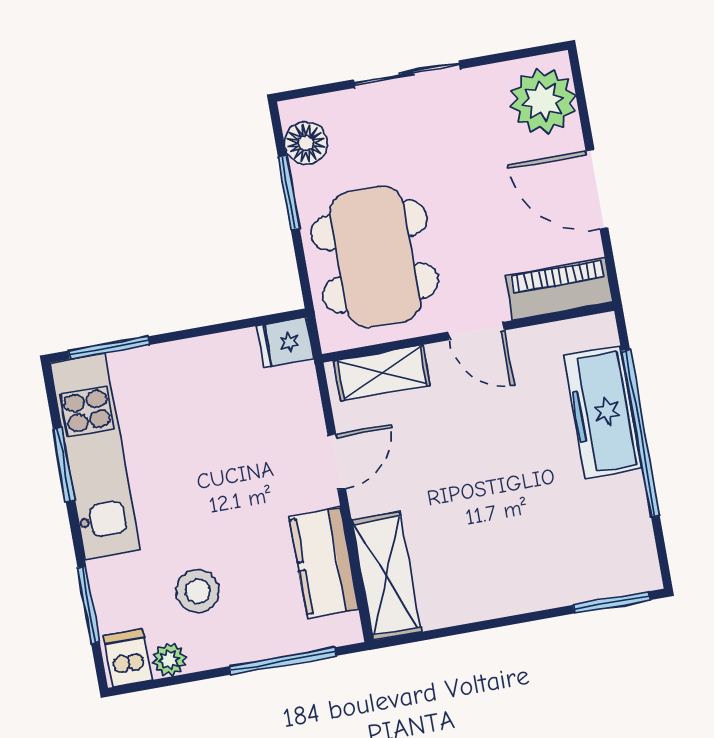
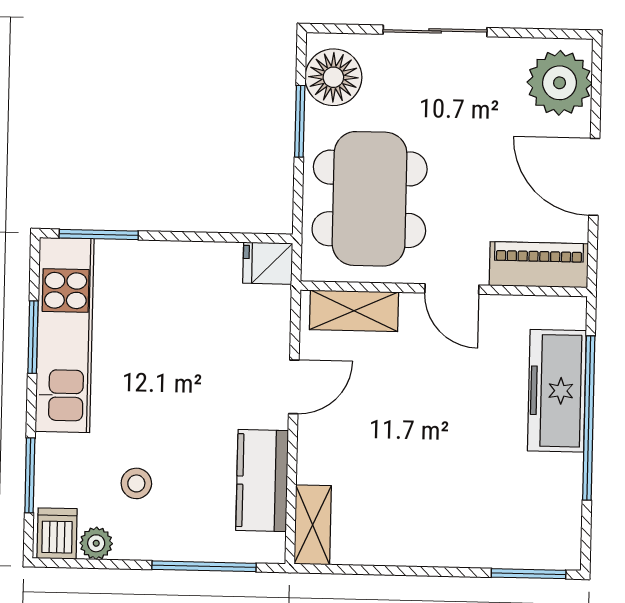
floor lamp: (306, 143) -> (333, 77), width x1.38, depth x1.38
shelving: (386, 576) -> (313, 525), width x0.67, depth x0.75
stool: (198, 591) -> (136, 483), width x0.73, depth x0.73

